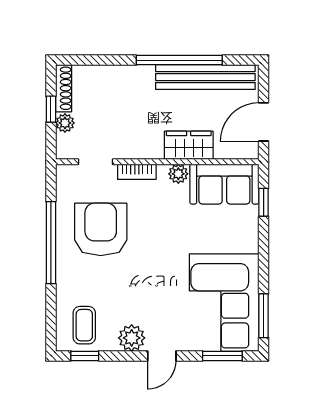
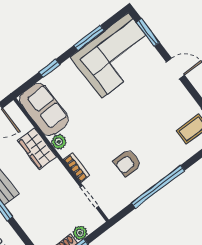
window: (264, 202) -> (49, 68), moved
armchair: (101, 229) -> (127, 163), width x0.53, depth x0.53
window: (264, 316) -> (89, 38), moved
plant: (132, 338) -> (178, 95), removed

